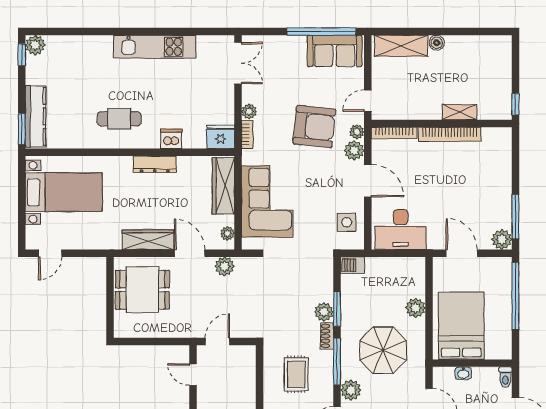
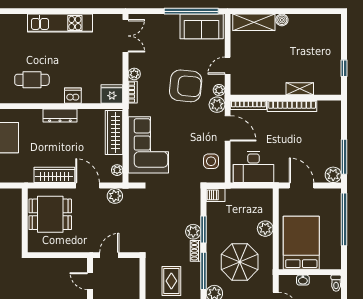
shelving: (459, 112) -> (300, 89), moved
wall: (442, 123) -> (286, 98), moved
bookcase: (394, 133) -> (248, 105), moved
bookcase: (450, 134) -> (292, 106), moved

